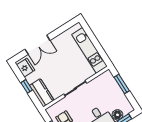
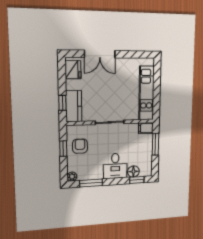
filing cabinet: (106, 76) -> (146, 128), added
window: (27, 86) -> (62, 103), moved

